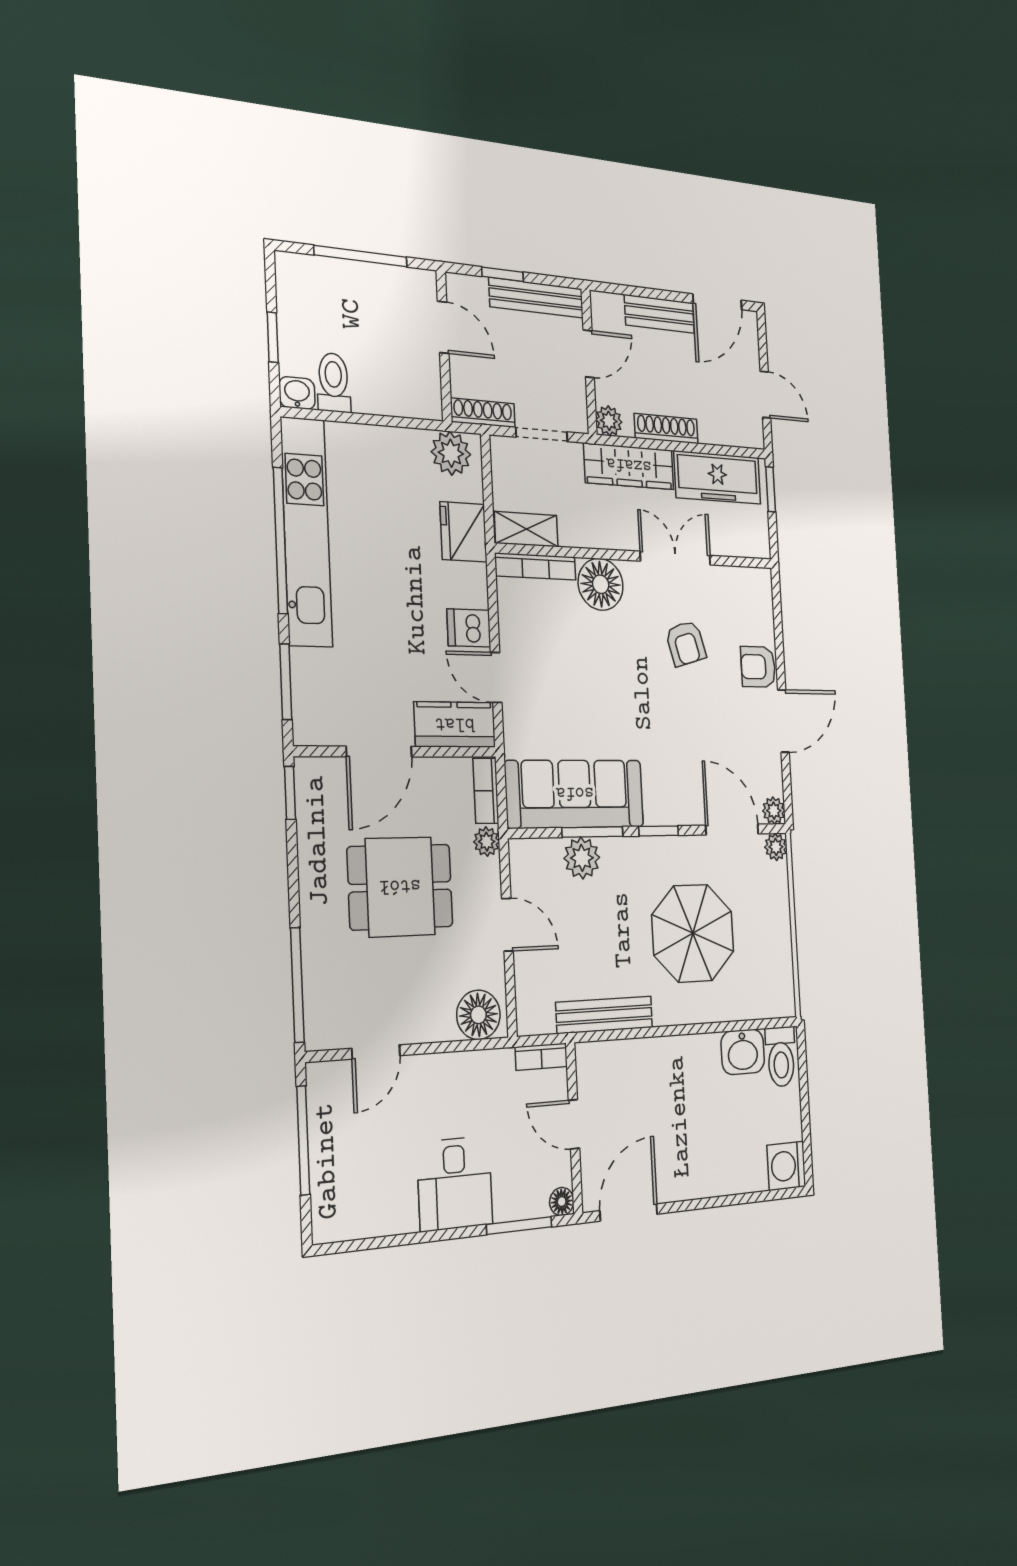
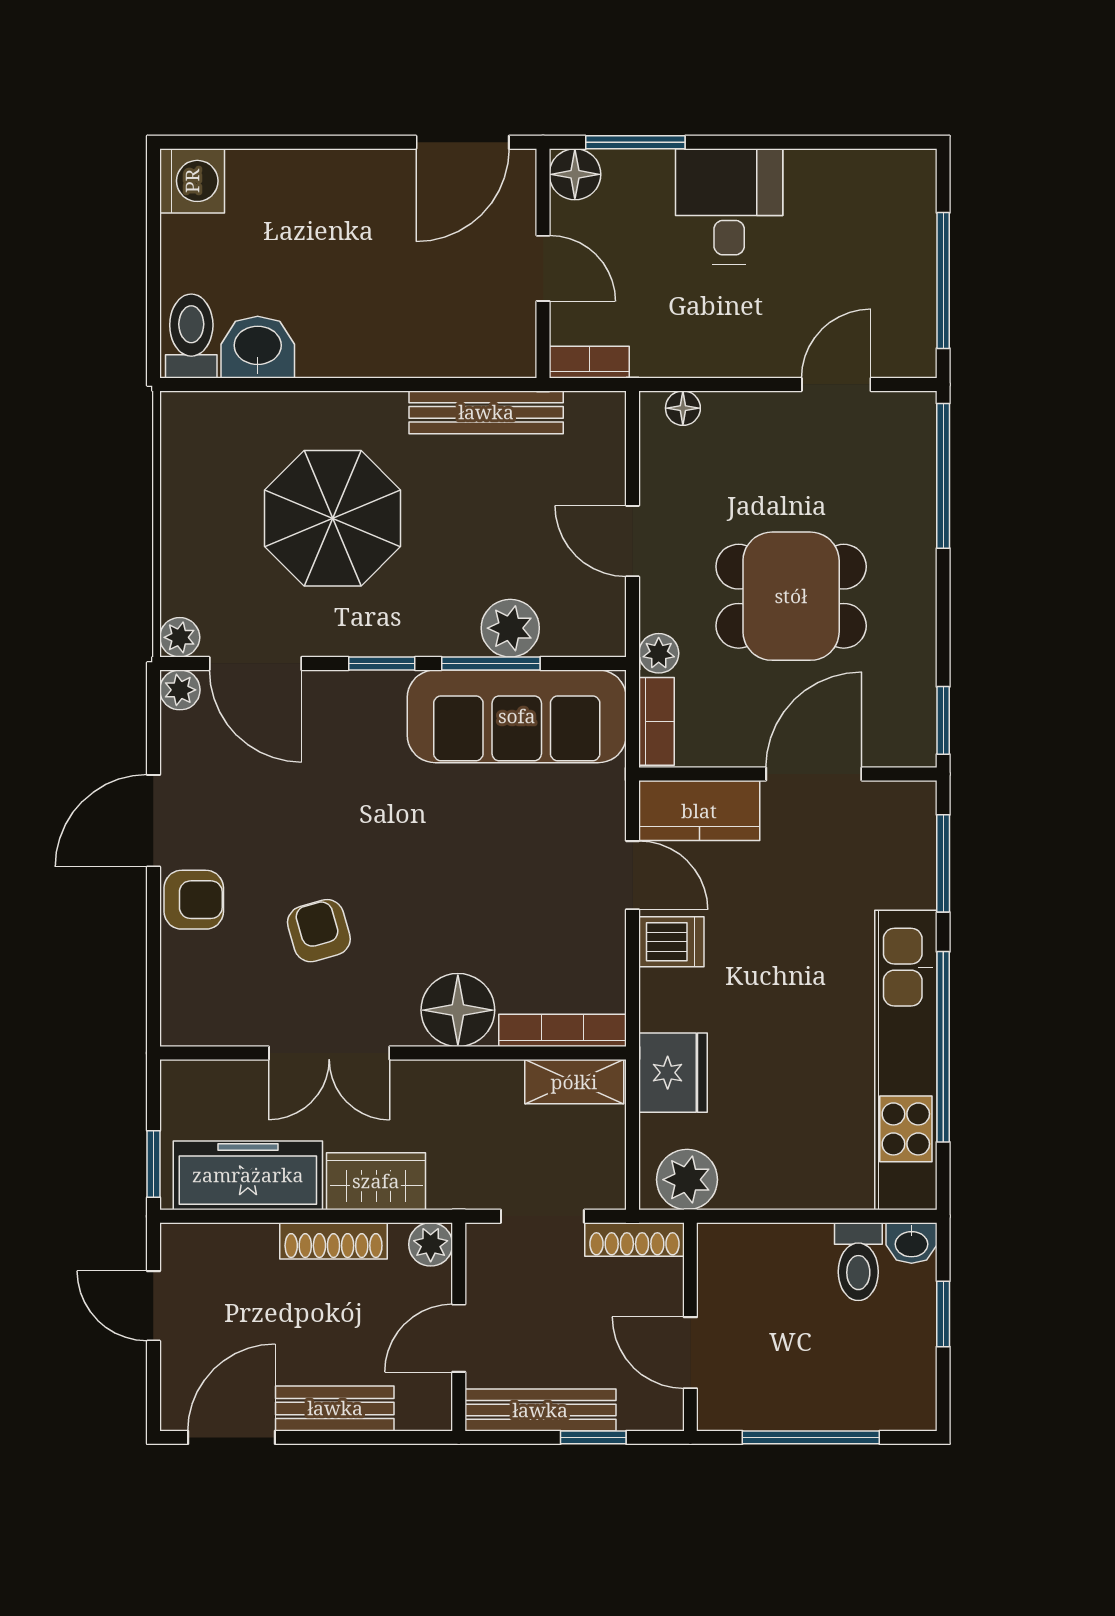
wardrobe: (629, 466) -> (376, 1181), width x0.67
floor lamp: (478, 1015) -> (683, 408), width x0.53, depth x0.53
floor lamp: (562, 1202) -> (575, 174), width x1.37, depth x1.37

